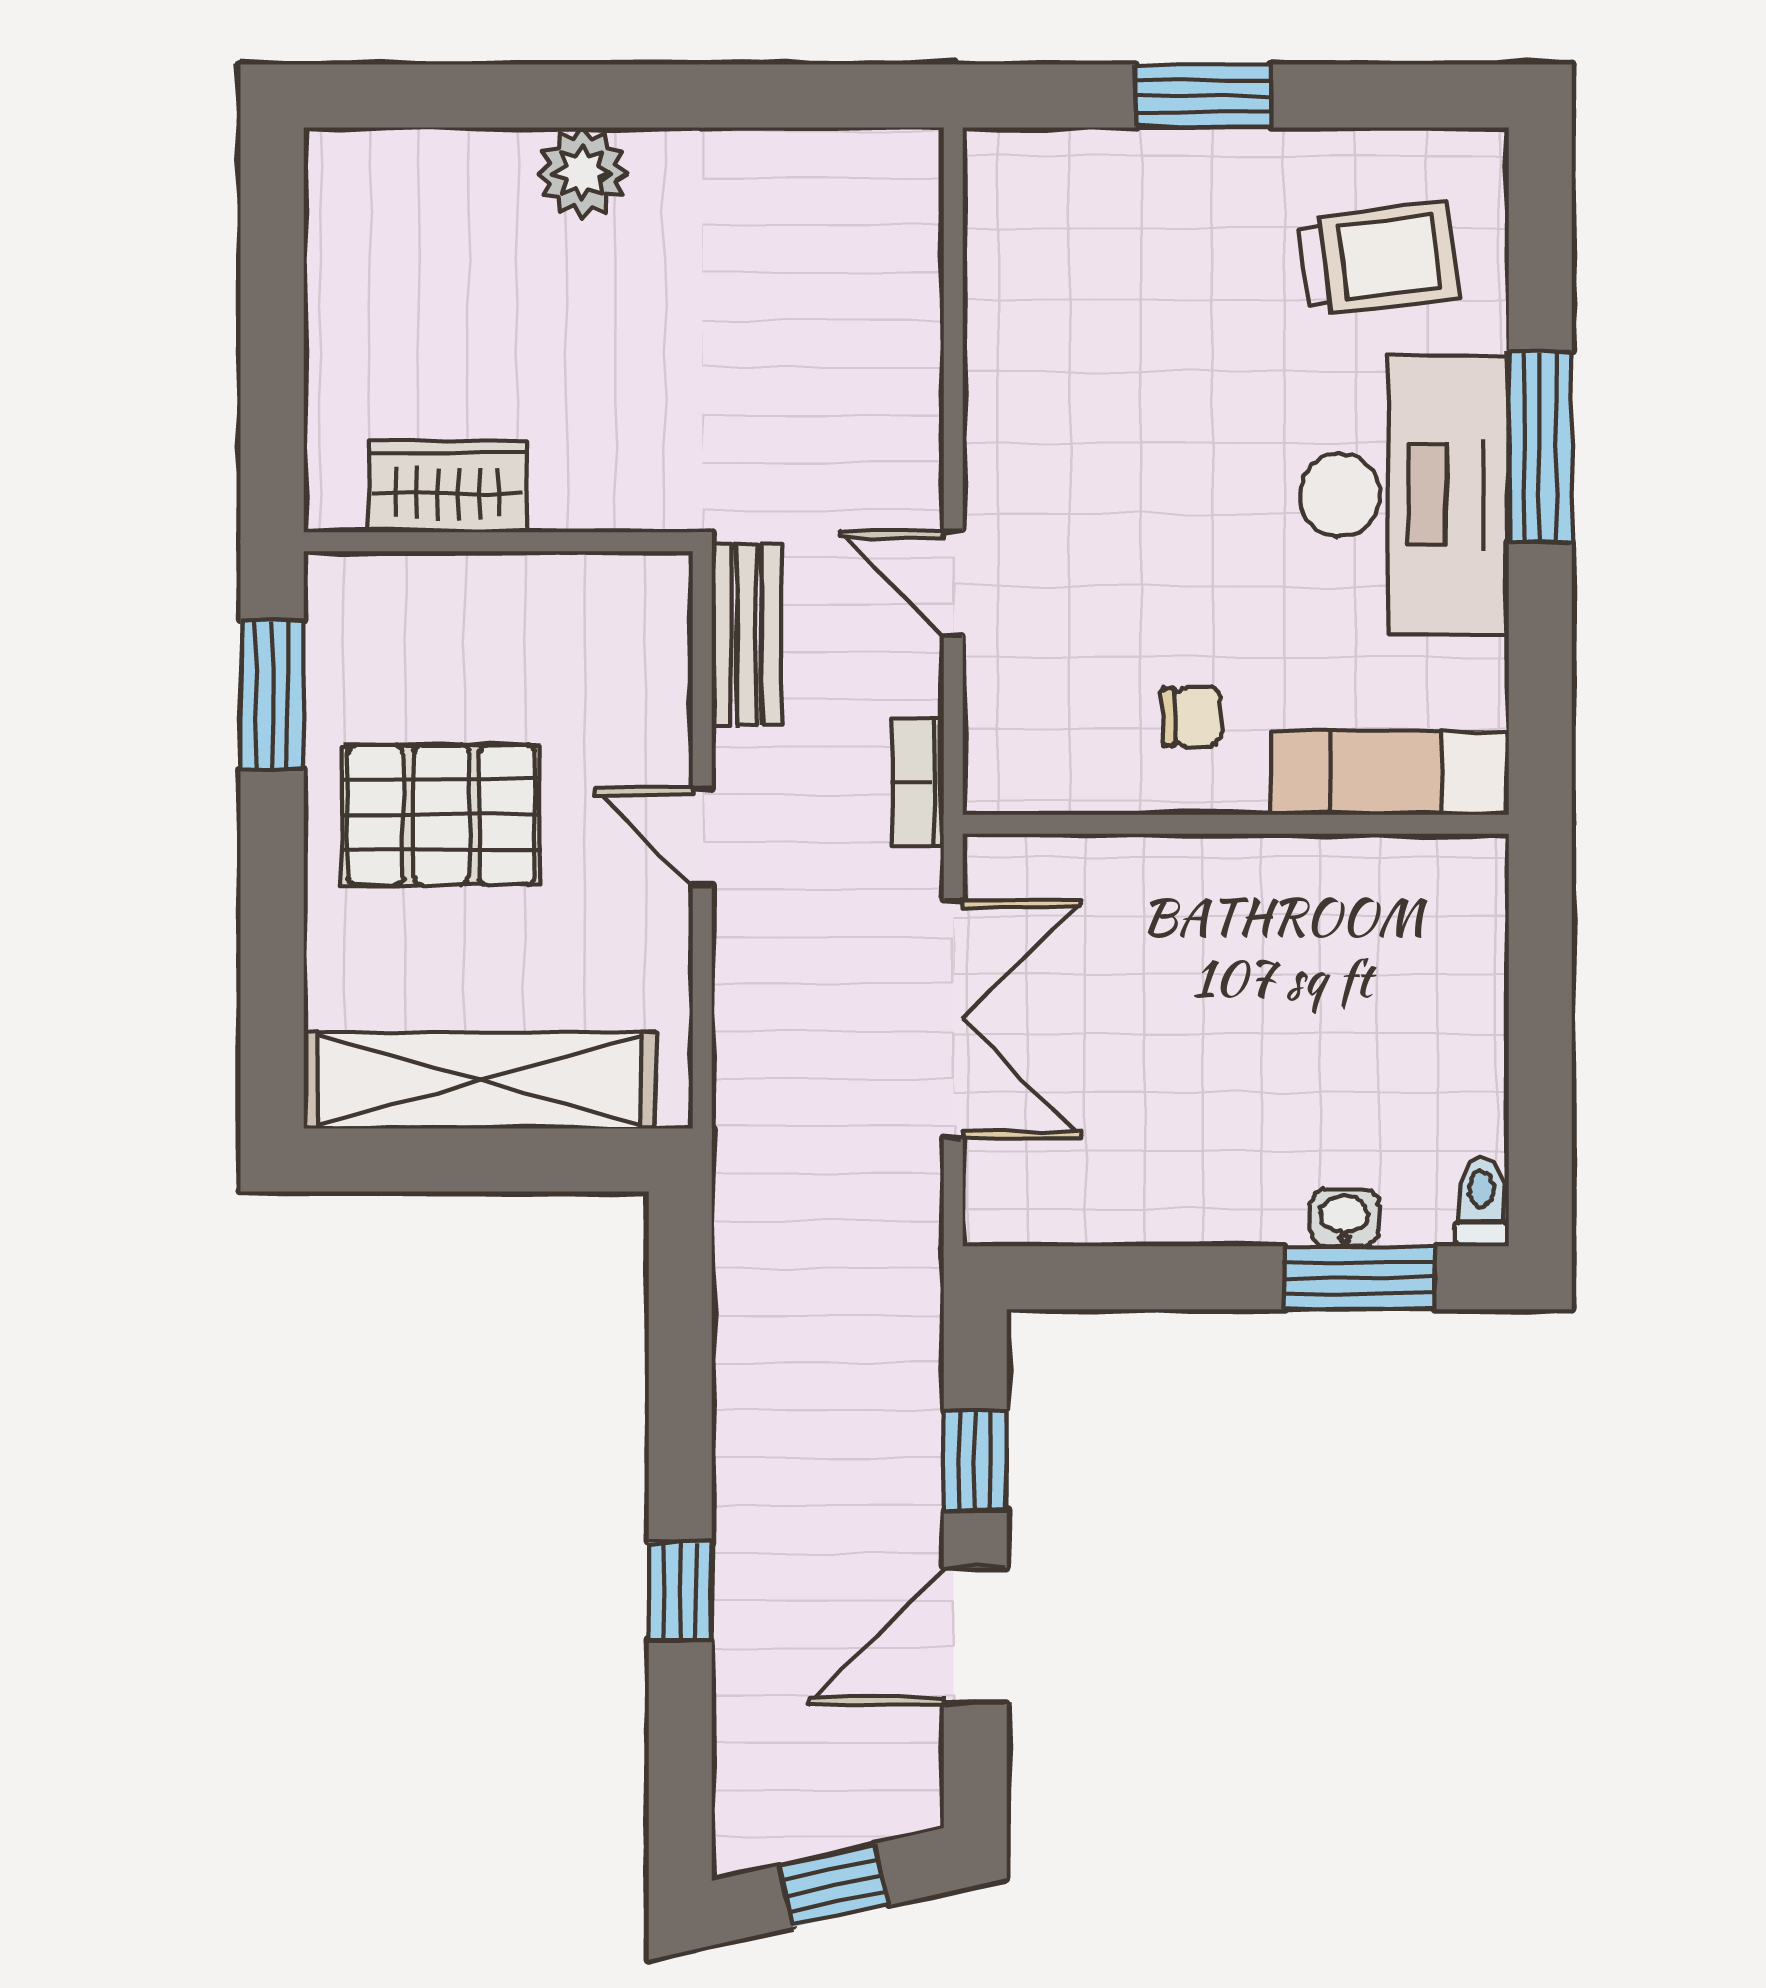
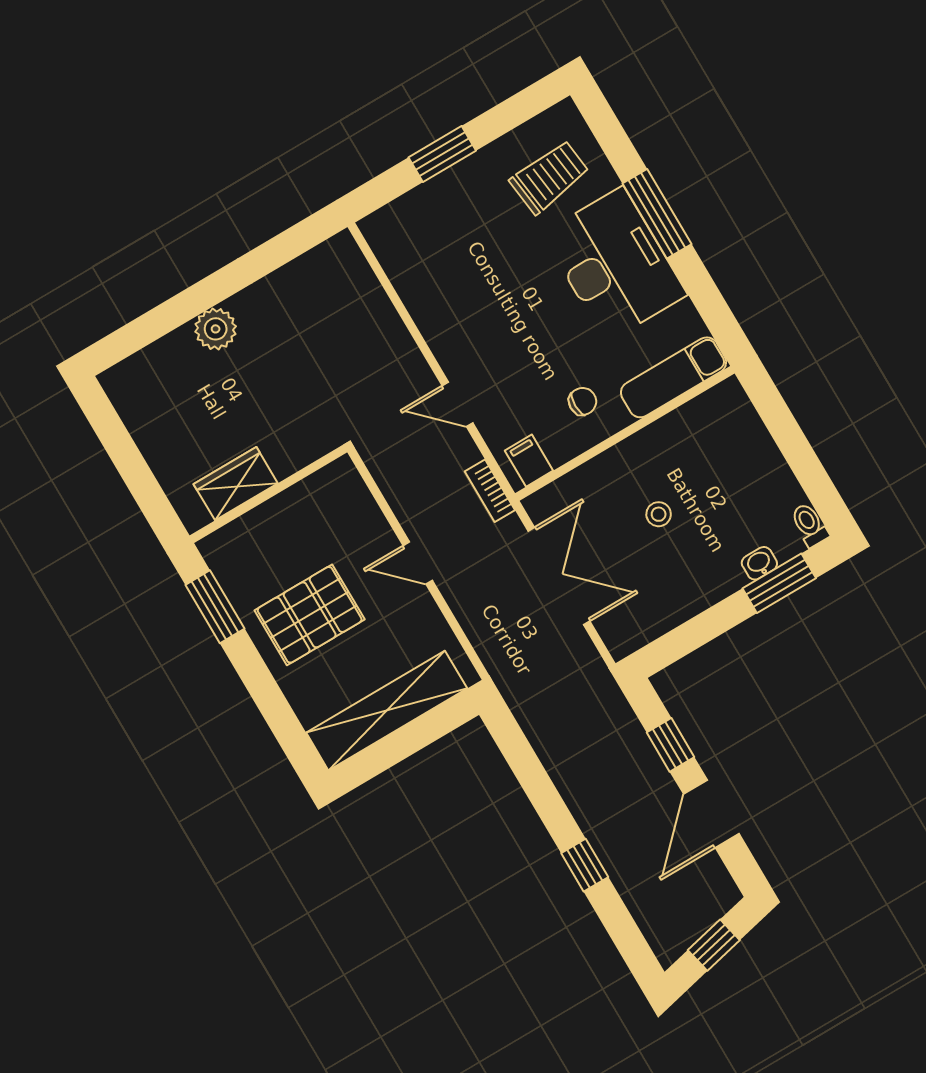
bench: (746, 635) -> (388, 473), removed
filing cabinet: (1025, 769) -> (529, 461), added
stool: (1209, 1014) -> (659, 514), added

